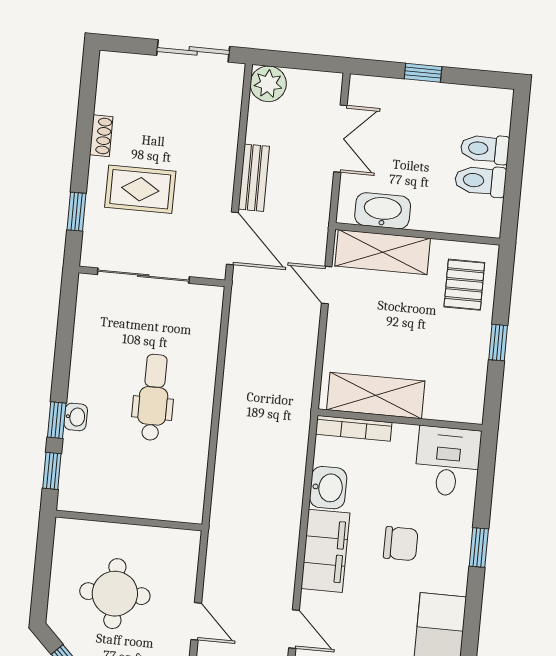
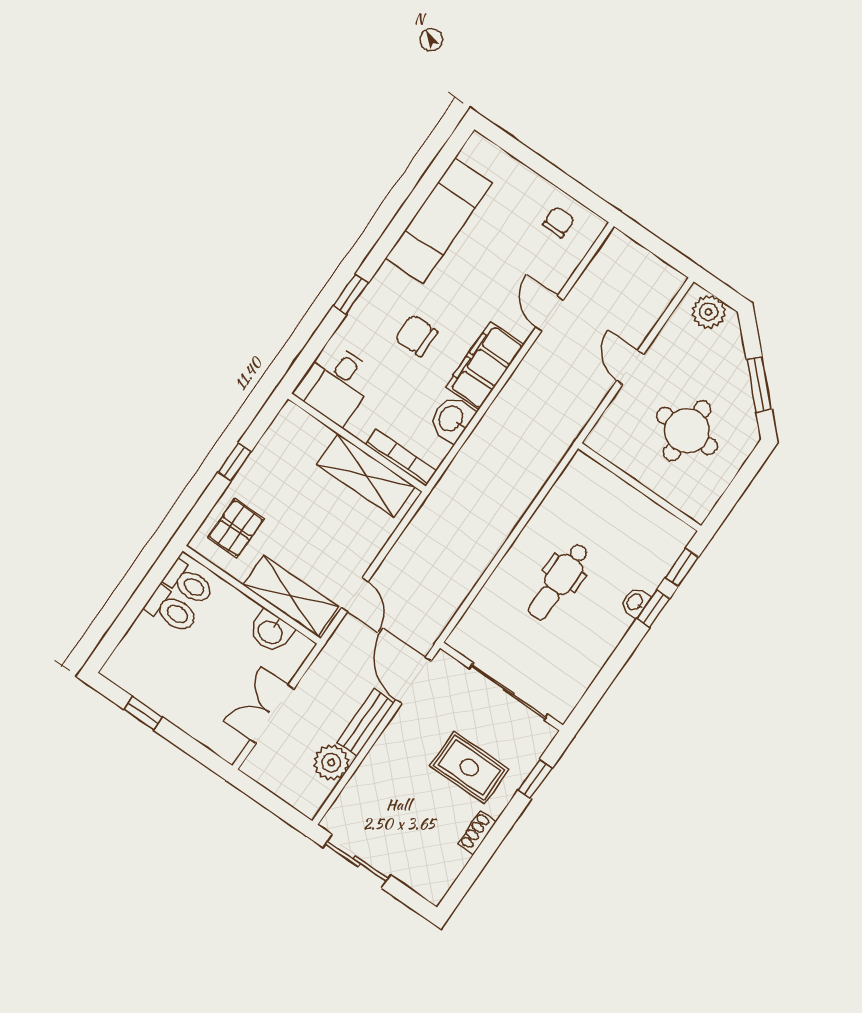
window: (423, 73) -> (143, 713), moved
plant: (268, 84) -> (331, 763), moved
toilet: (485, 149) -> (189, 583), moved
washbasin: (383, 211) -> (271, 632), width x0.72

